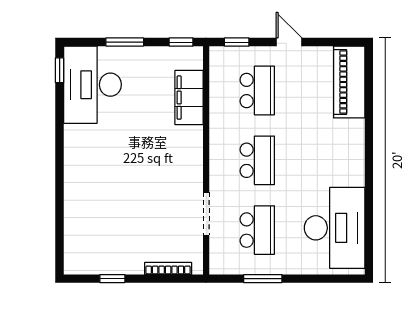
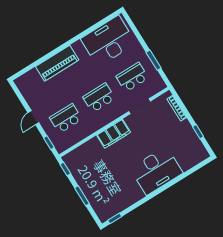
piano: (349, 82) -> (57, 63), moved
desk: (92, 85) -> (156, 171), moved
filing cabinet: (189, 98) -> (114, 134), moved

